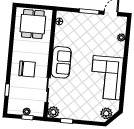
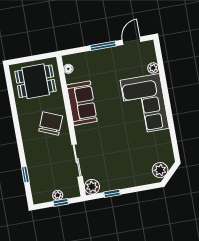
dining table: (33, 24) -> (36, 81), turned 90
sofa: (61, 62) -> (82, 103), moved
chair: (27, 69) -> (51, 123), moved, turned -68
corner sofa: (107, 78) -> (145, 104), moved

